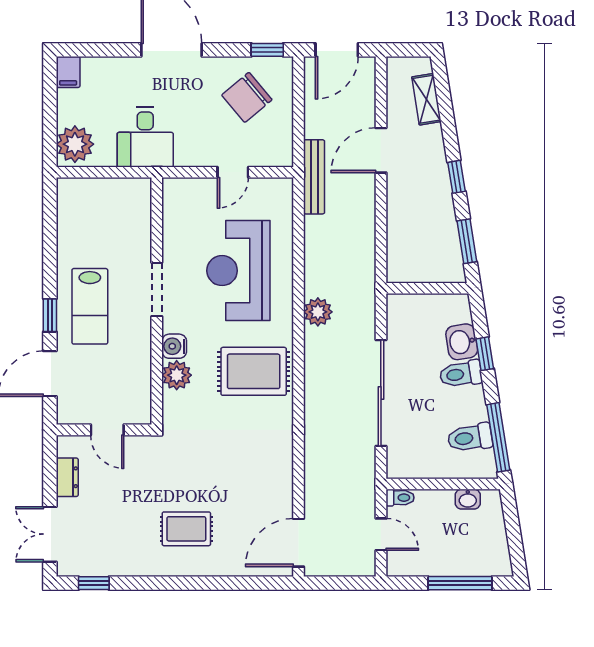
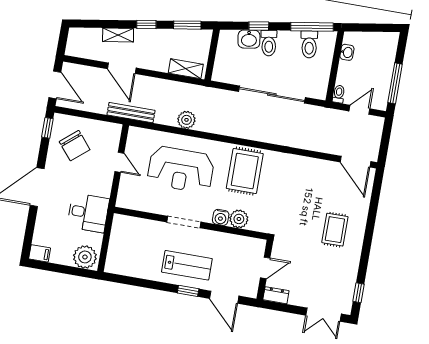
shelving: (426, 99) -> (118, 35), moved
shelving: (398, 251) -> (186, 69), added
plant: (318, 312) -> (186, 120), moved
dresser: (67, 477) -> (276, 295), moved
window: (460, 583) -> (395, 83), moved

